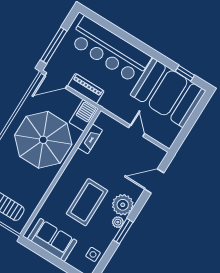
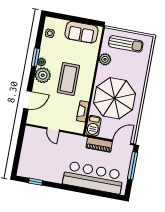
booth: (168, 93) -> (42, 164), removed
plant: (36, 194) -> (105, 59), added
coffee table: (87, 202) -> (68, 79), moved

